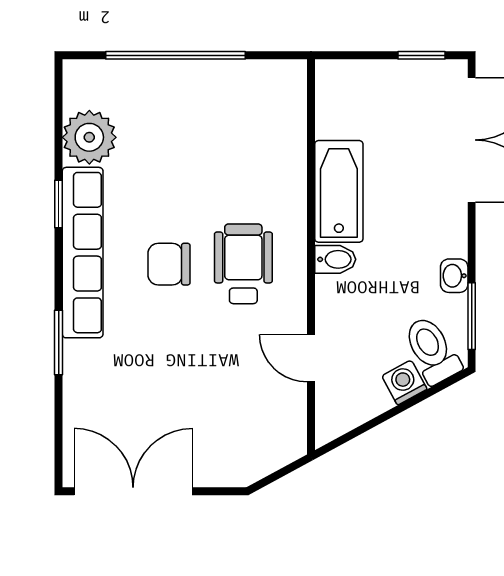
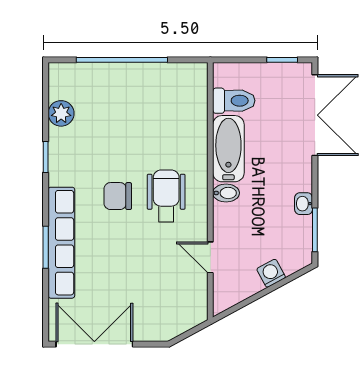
plant: (89, 137) -> (61, 113), width x0.73, depth x0.73
row of seats: (83, 253) -> (61, 243), moved
toilet: (432, 350) -> (234, 101), moved, turned 118

